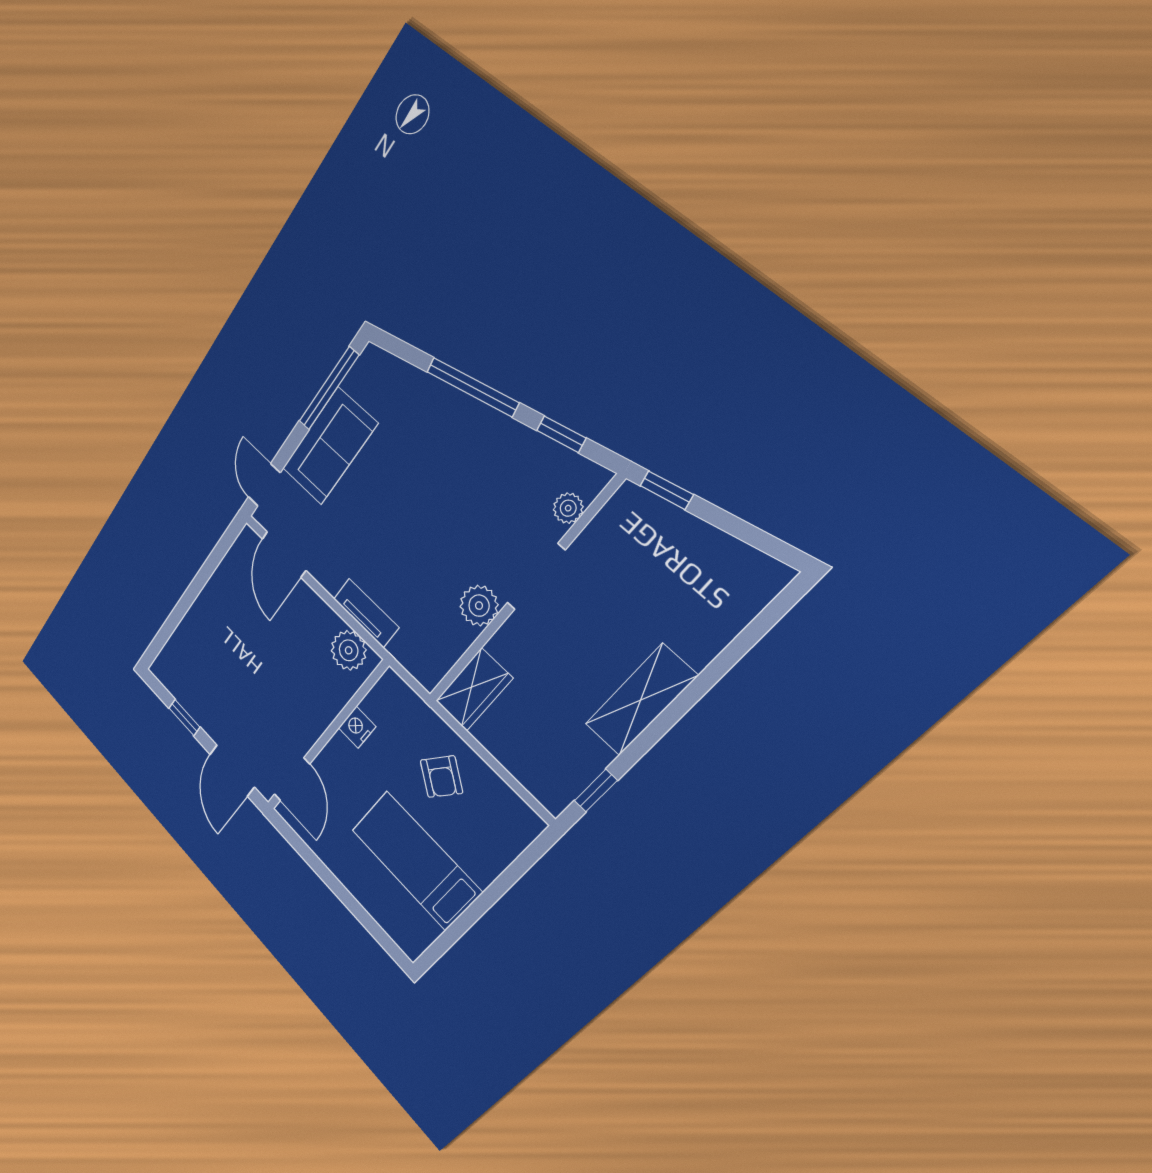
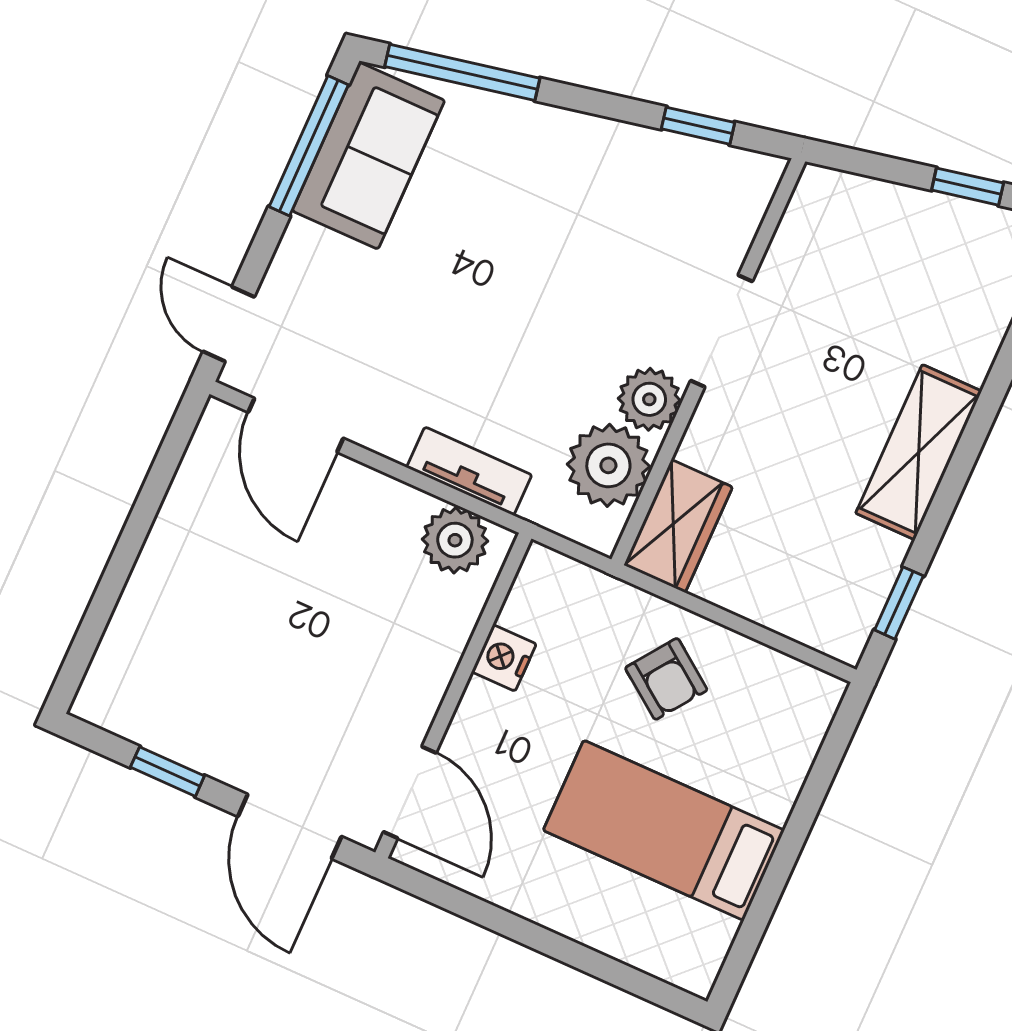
window: (472, 387) -> (462, 72), moved
sofa: (329, 446) -> (368, 156), moved
window: (667, 490) -> (968, 187), moved
plant: (568, 508) -> (608, 465), moved, width x1.87, depth x1.87

